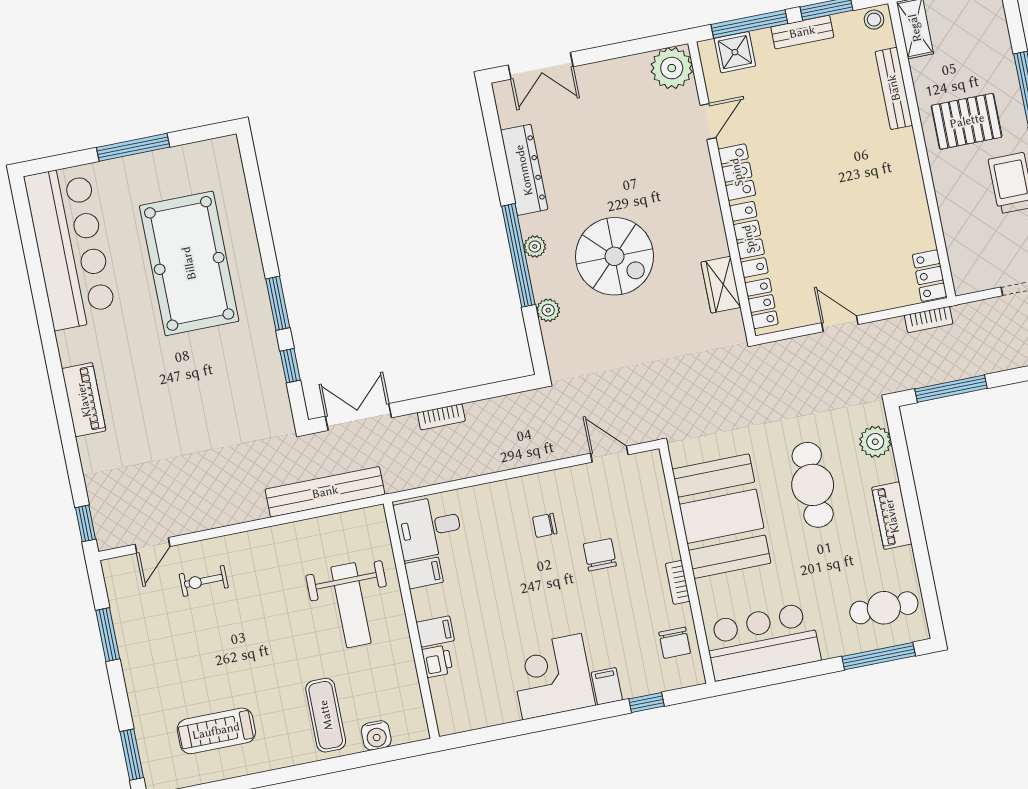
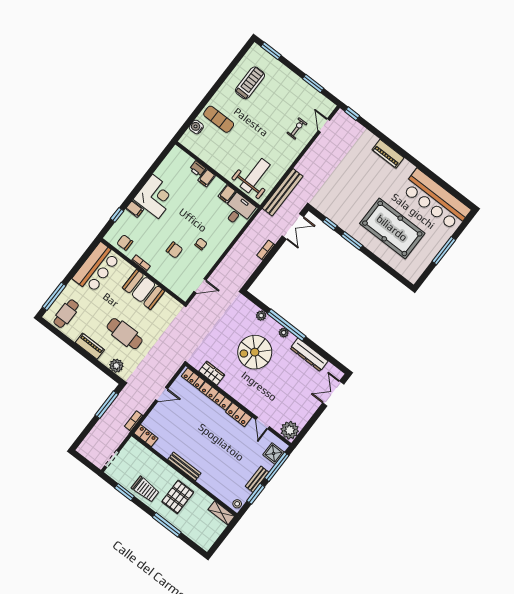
bench: (894, 88) -> (184, 466), moved
booth: (722, 516) -> (144, 289), width x0.73, depth x0.70
weight bench: (351, 605) -> (255, 176), moved, turned 90

